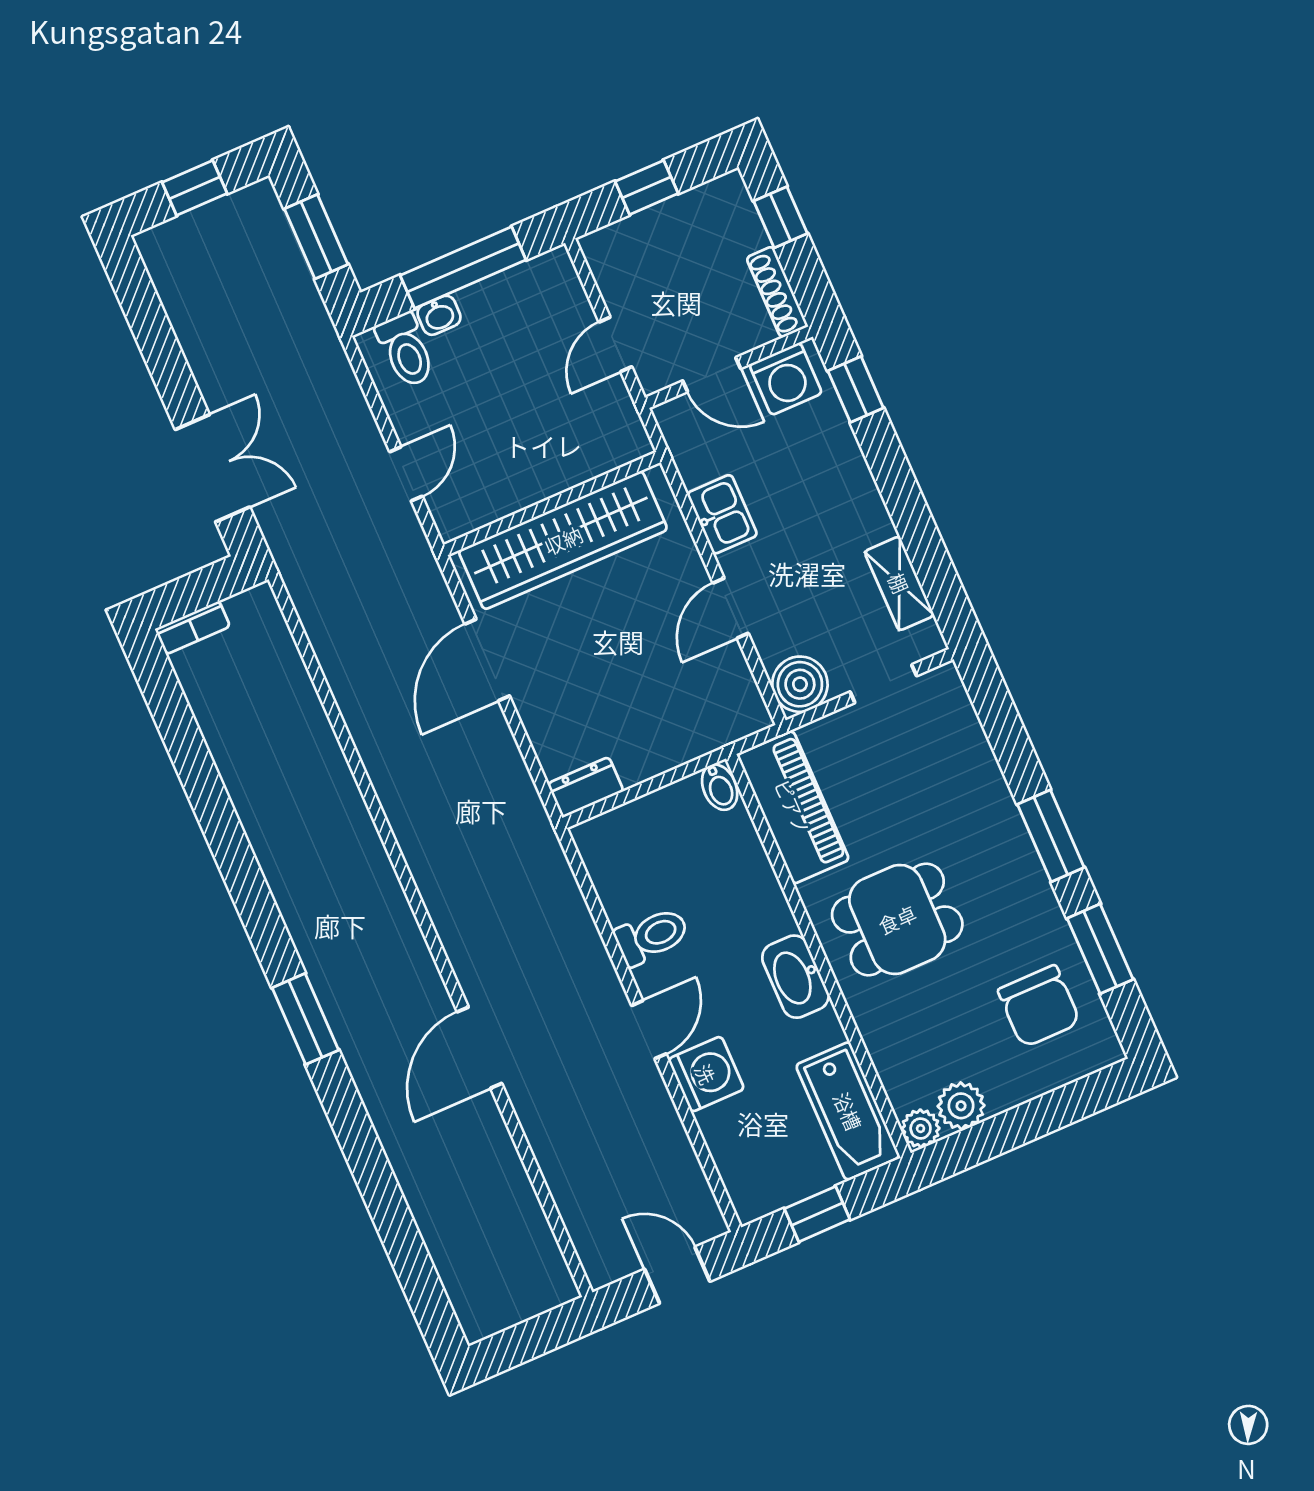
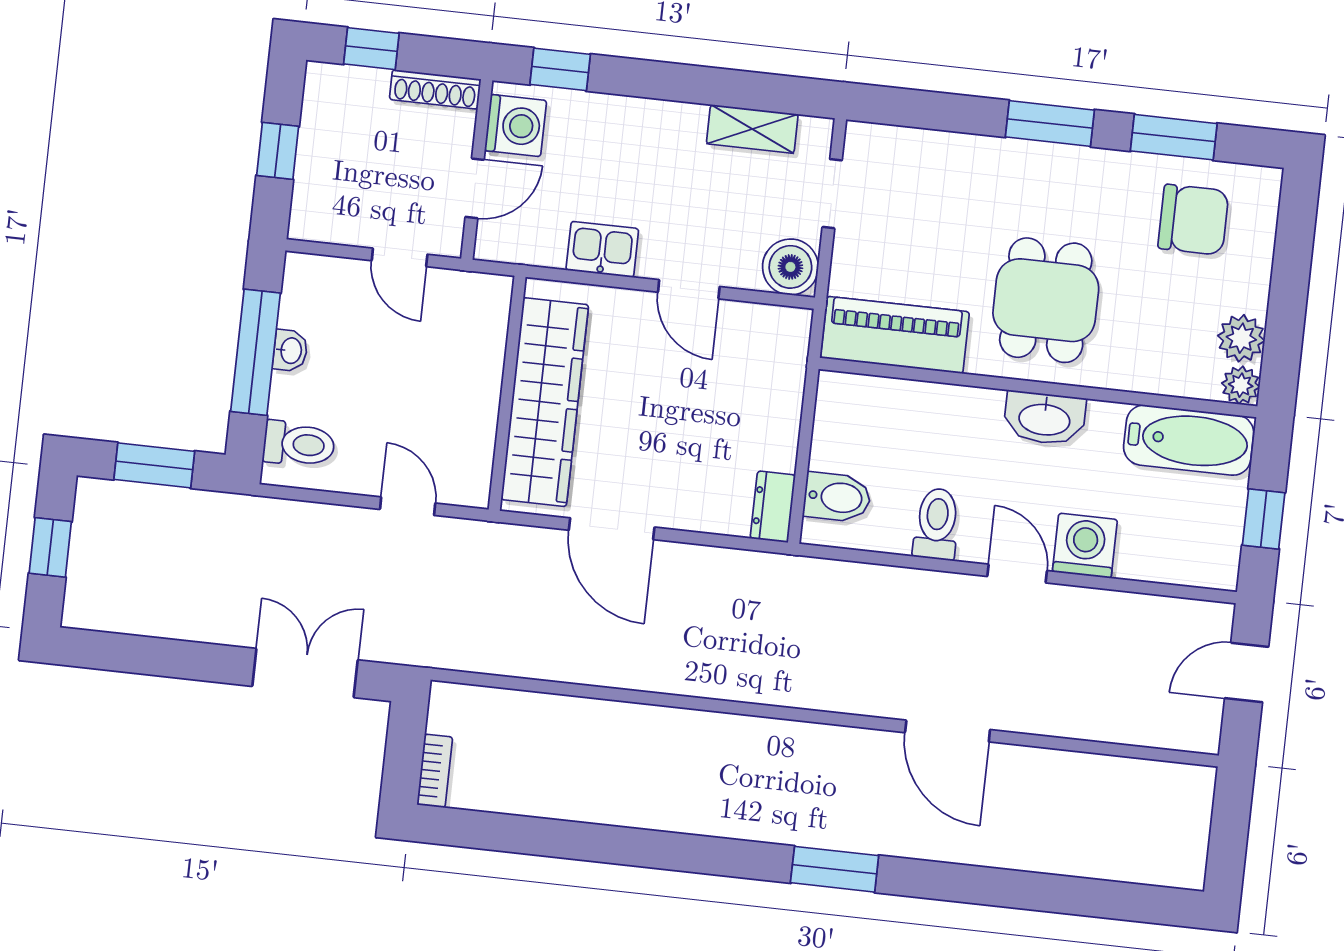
washbasin: (439, 315) -> (290, 351), moved
bidet: (720, 787) -> (837, 497), moved, width x1.38, depth x1.36

